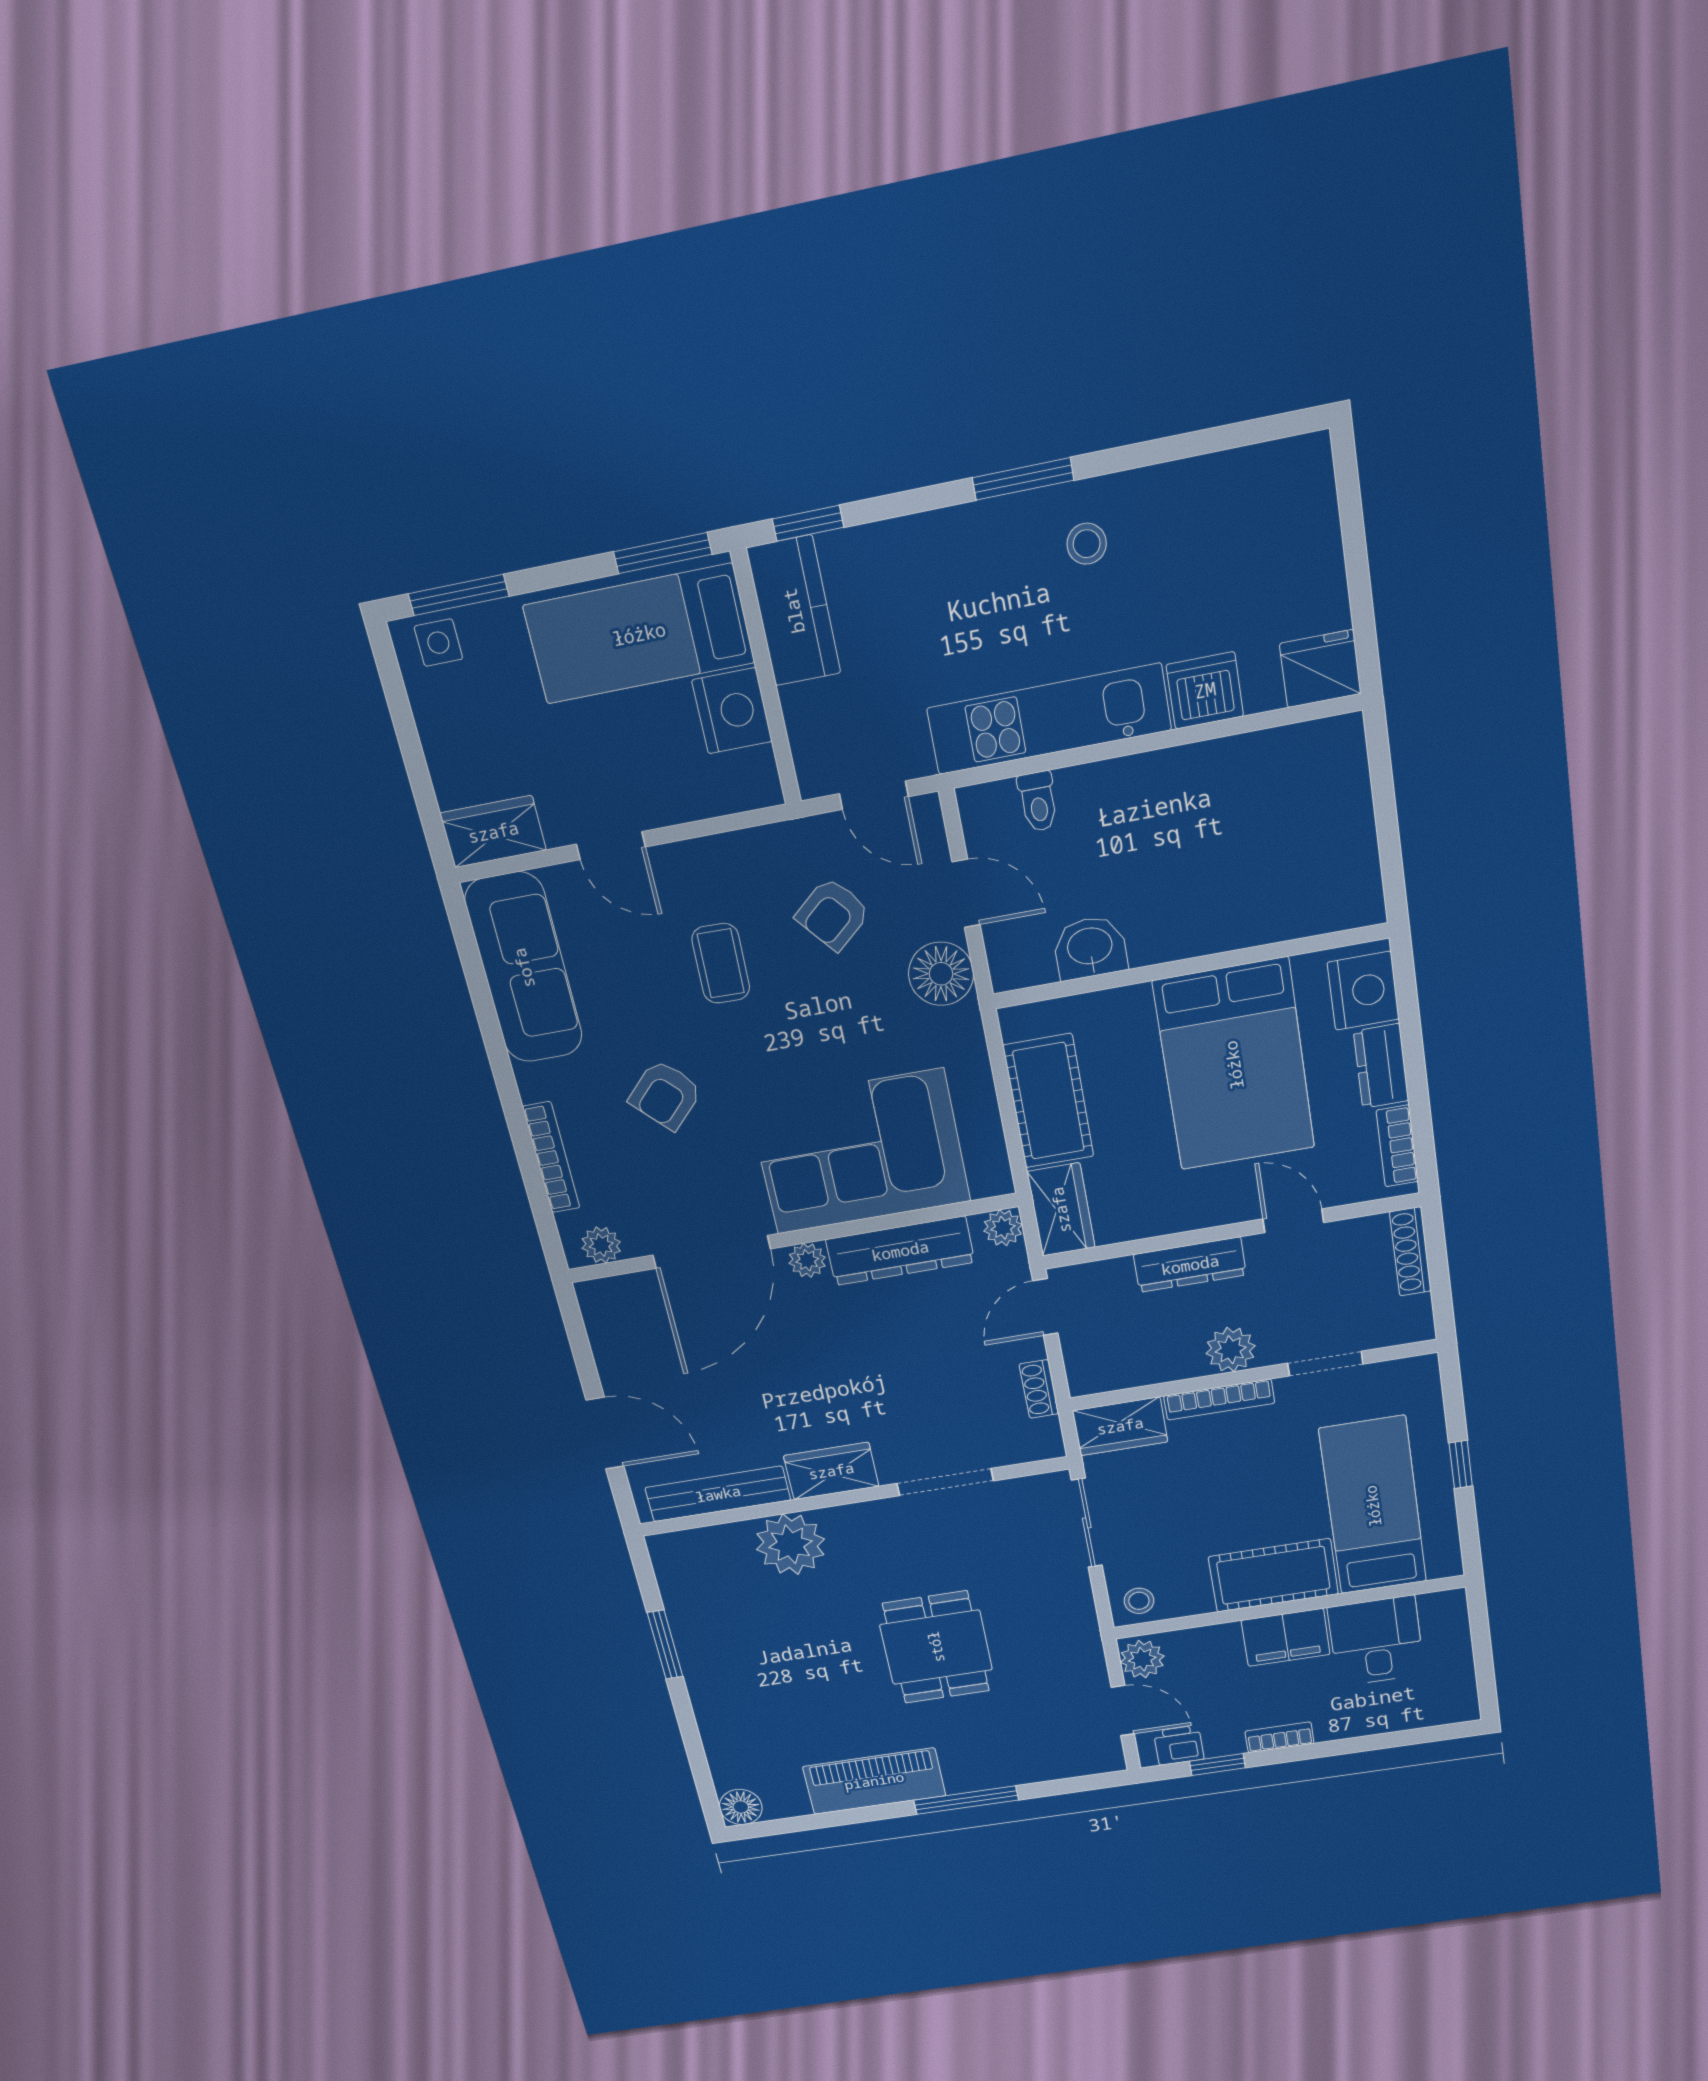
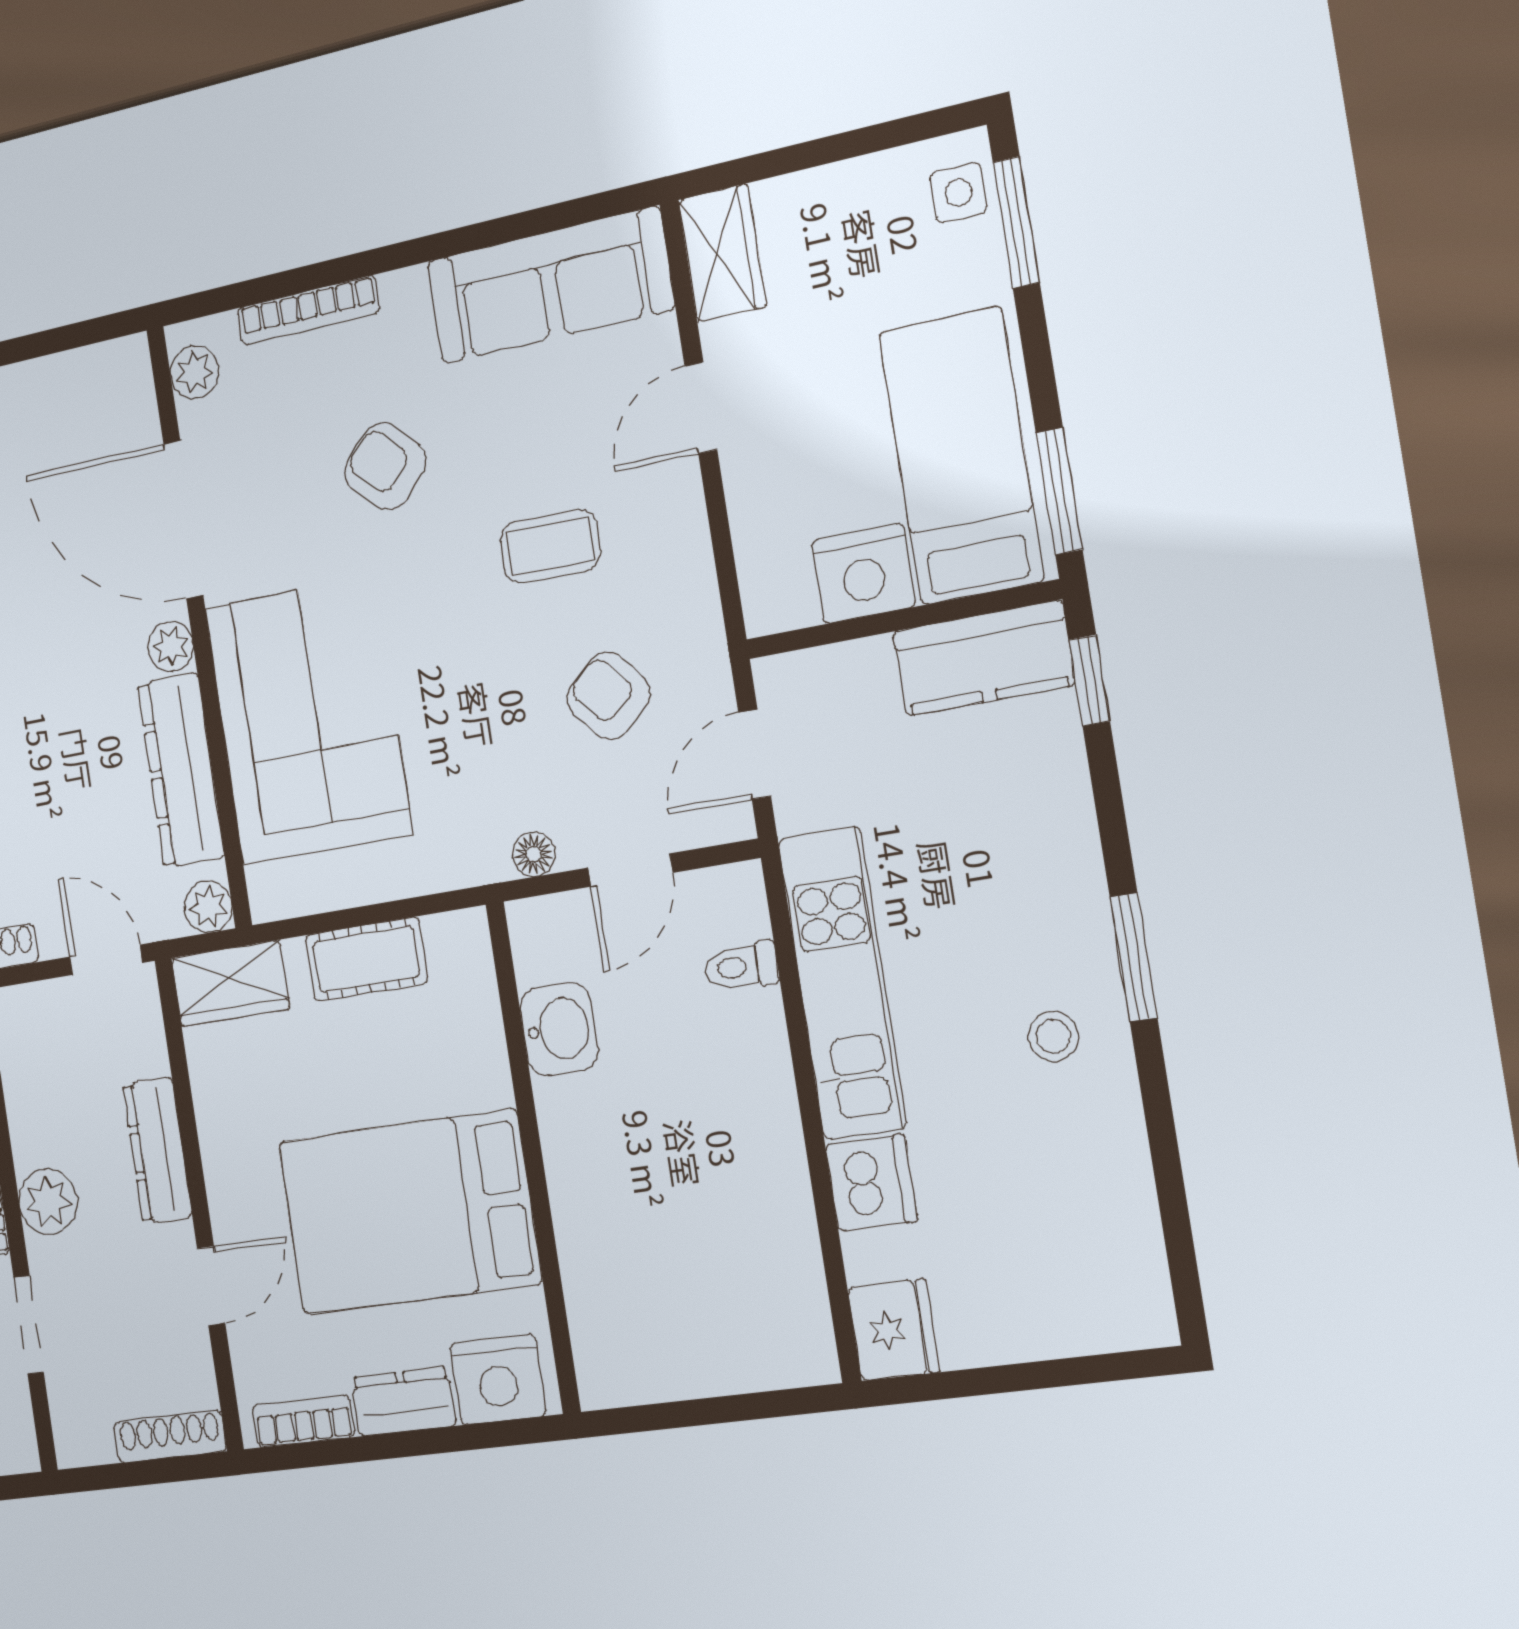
floor lamp: (941, 974) -> (534, 854), width x0.53, depth x0.53
cot: (1049, 1101) -> (366, 959), width x0.73, depth x0.75

